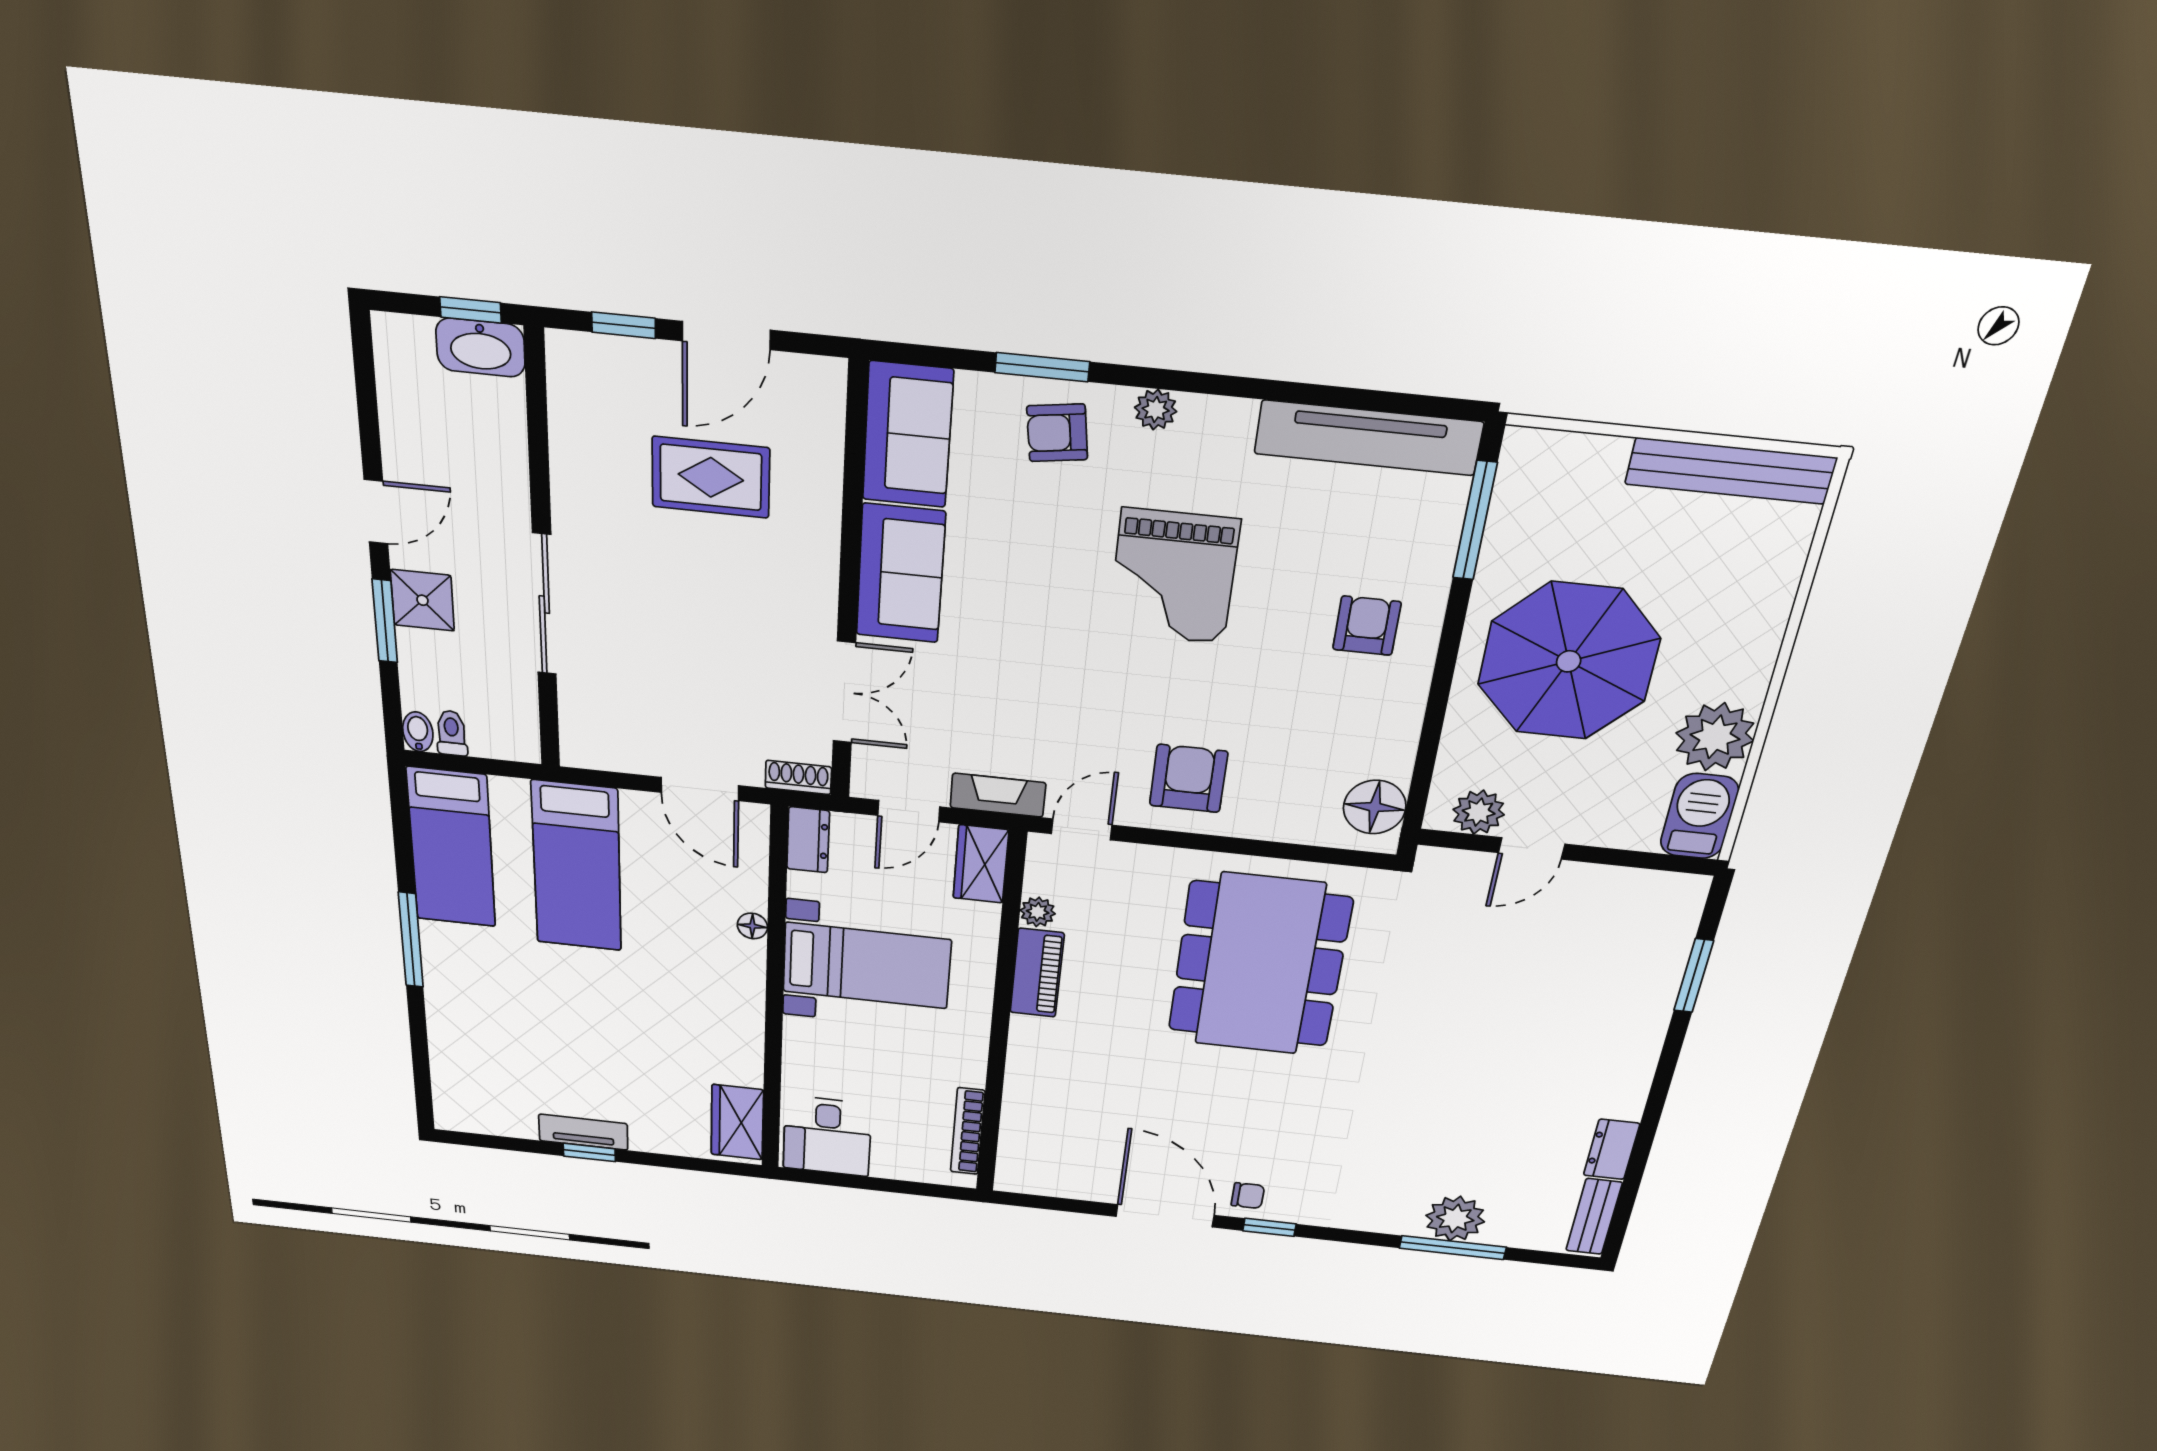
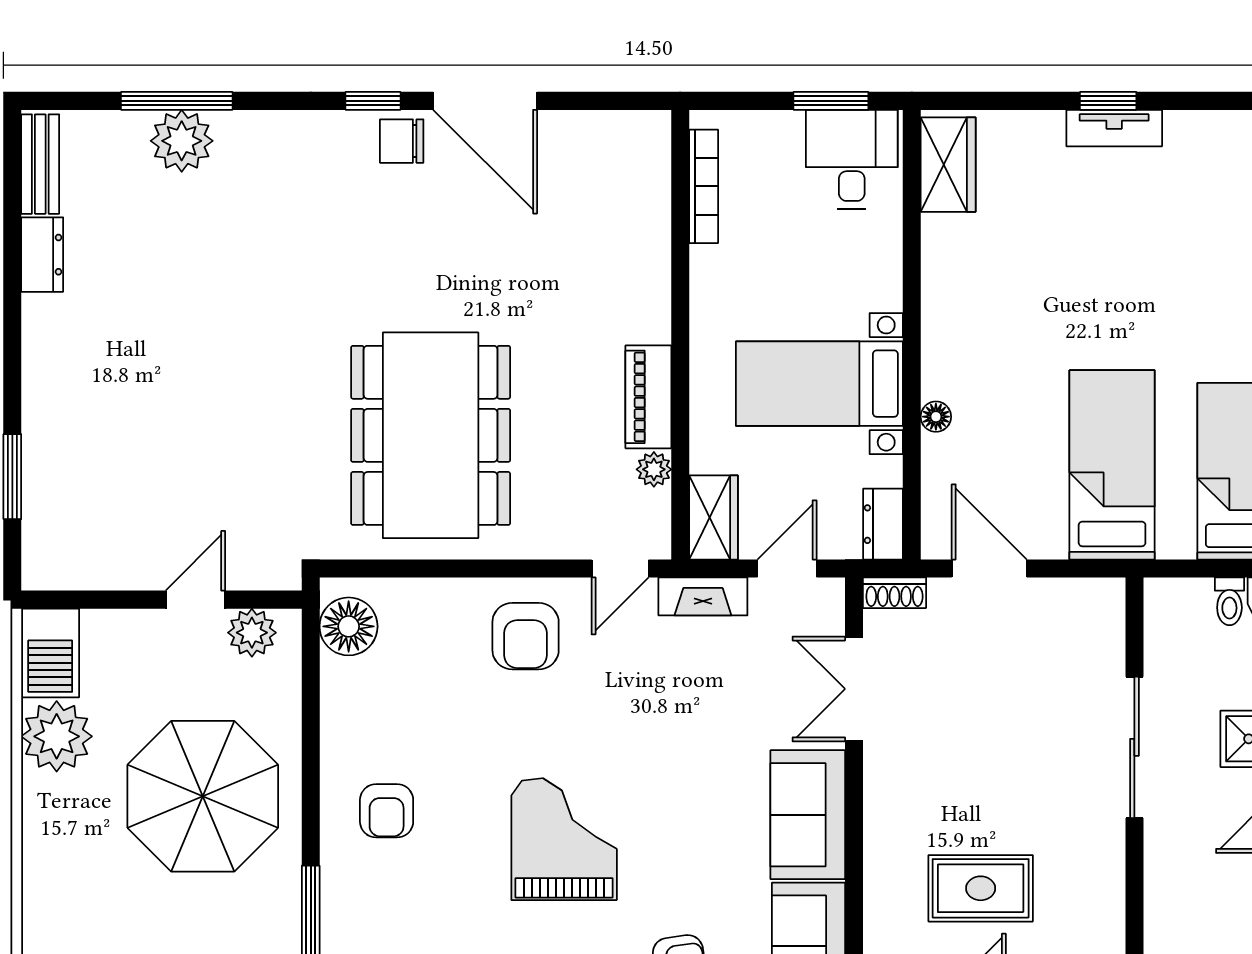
window: (845, 1181) -> (831, 101), added
chair: (1248, 1196) -> (402, 141), width x1.37, depth x1.37

